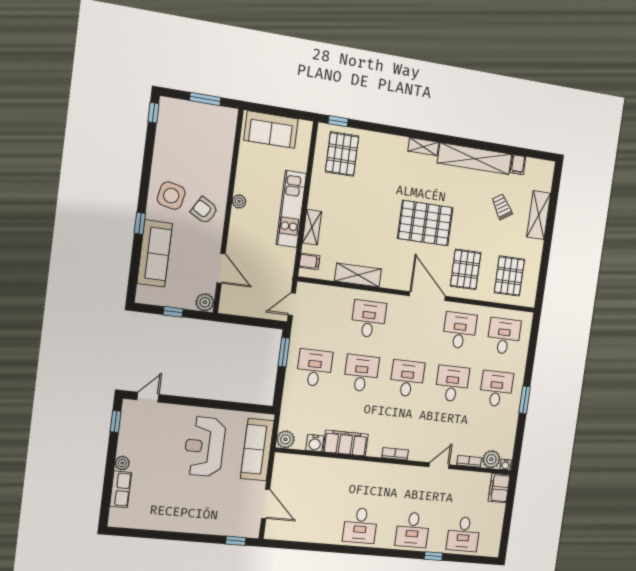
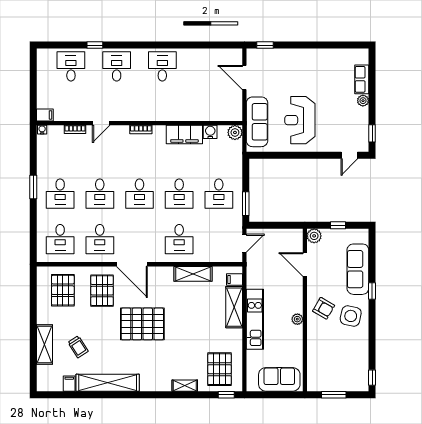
shelving: (423, 147) -> (185, 386), moved
shelving: (312, 227) -> (234, 307), width x1.50, depth x1.33
reception desk: (204, 447) -> (300, 120), turned 180
plant: (491, 459) -> (56, 133), removed
filing cabinet: (499, 488) -> (45, 115), width x0.50

